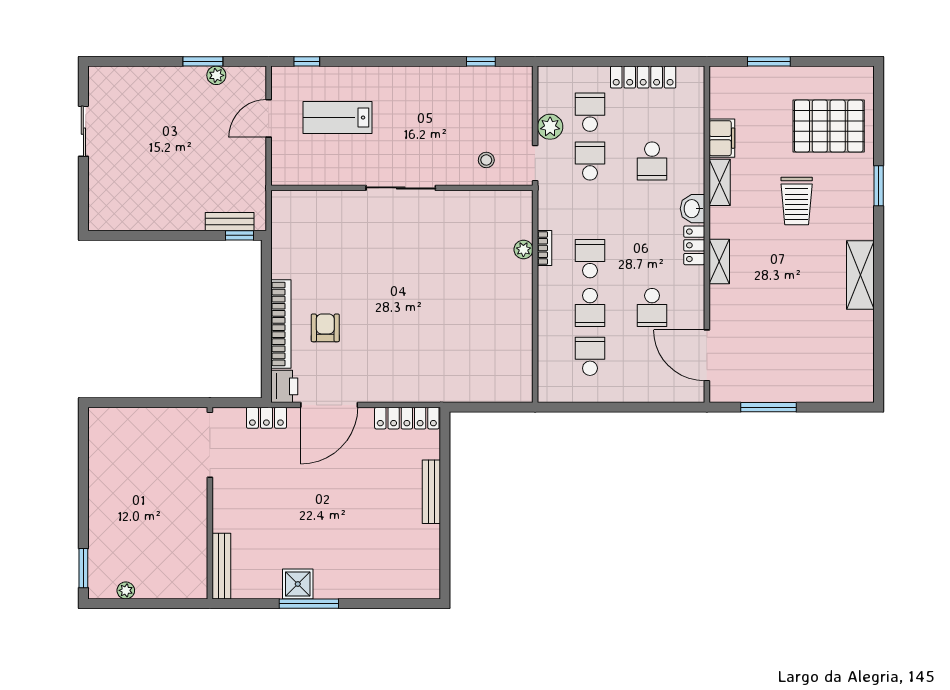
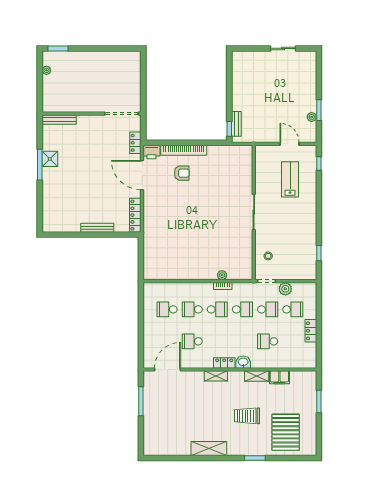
locker: (643, 77) -> (311, 331), width x0.66
school desk: (590, 210) -> (242, 309), added
school desk: (590, 356) -> (167, 309), turned 180

